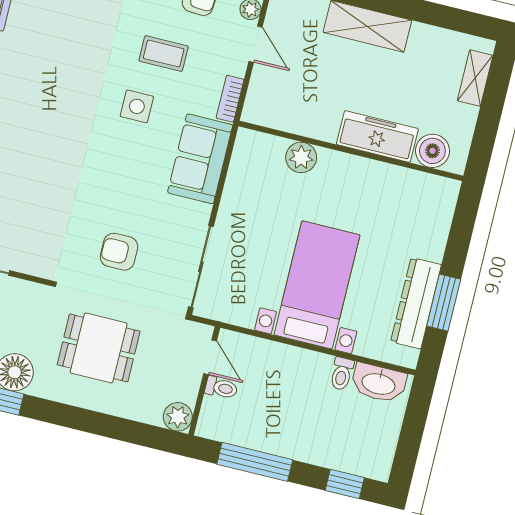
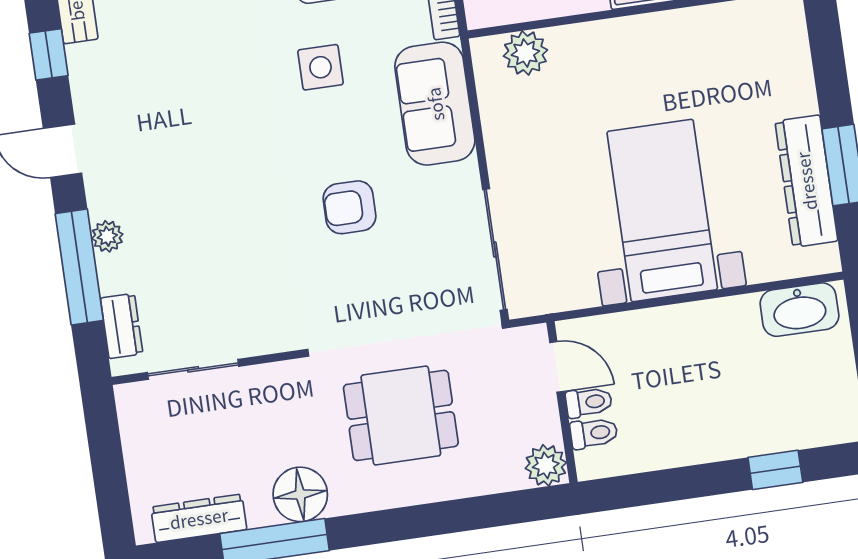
plant: (301, 157) -> (525, 53), moved
armchair: (119, 252) -> (350, 207), moved
toilet: (342, 374) -> (594, 433), moved, turned -90
window: (255, 462) -> (675, 484), removed
window: (345, 484) -> (775, 470), moved

